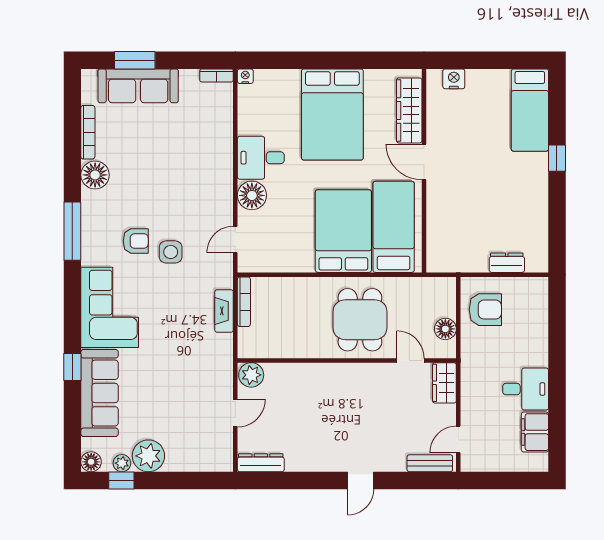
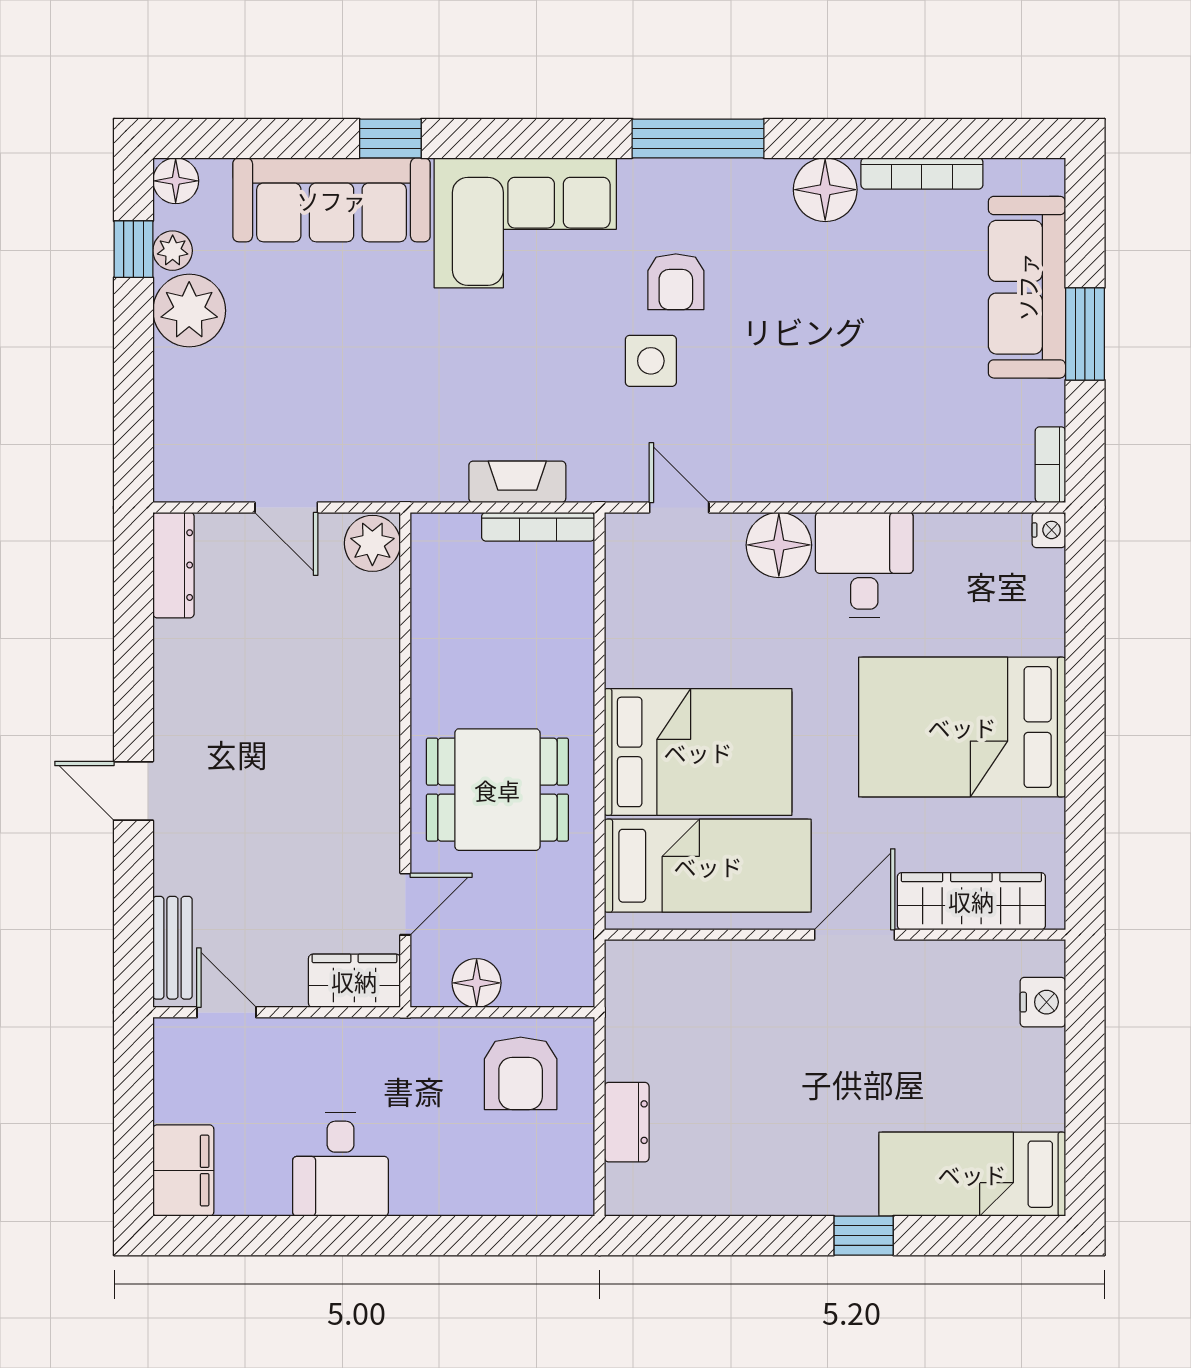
window: (135, 60) -> (1085, 334), moved
filing cabinet: (535, 432) -> (183, 1171), moved, turned 90

